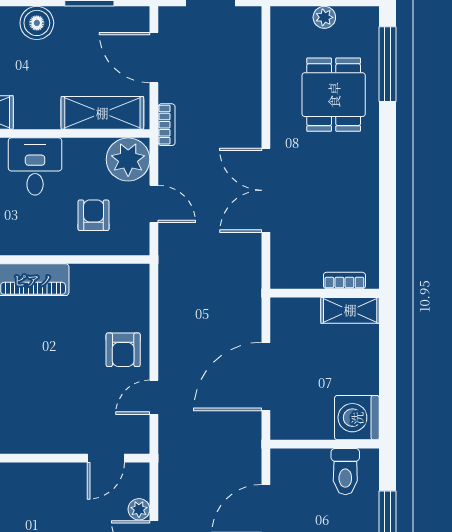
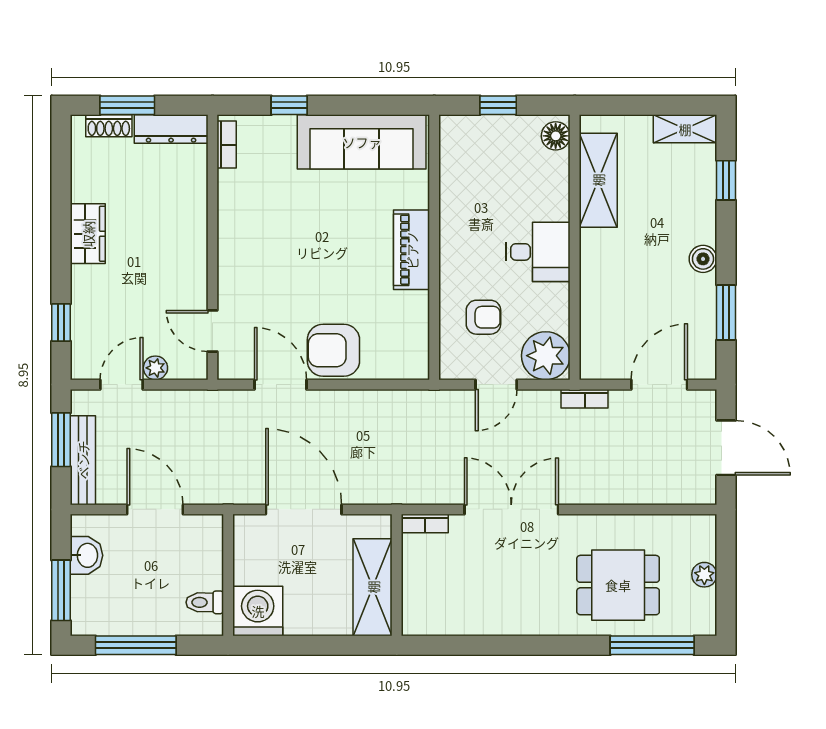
boiler: (37, 23) -> (703, 259), width x0.73, depth x0.73
shelving: (102, 113) -> (598, 327), removed
bookcase: (344, 280) -> (425, 524), moved, turned 90
shelving: (350, 310) -> (373, 587), width x1.50, depth x1.33
armchair: (123, 350) -> (333, 350), width x1.38, depth x1.38
door: (154, 397) -> (280, 385), width x1.38
toilet: (345, 472) -> (205, 602), width x0.73, depth x0.72

